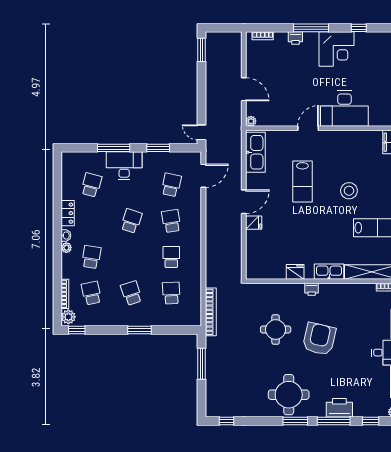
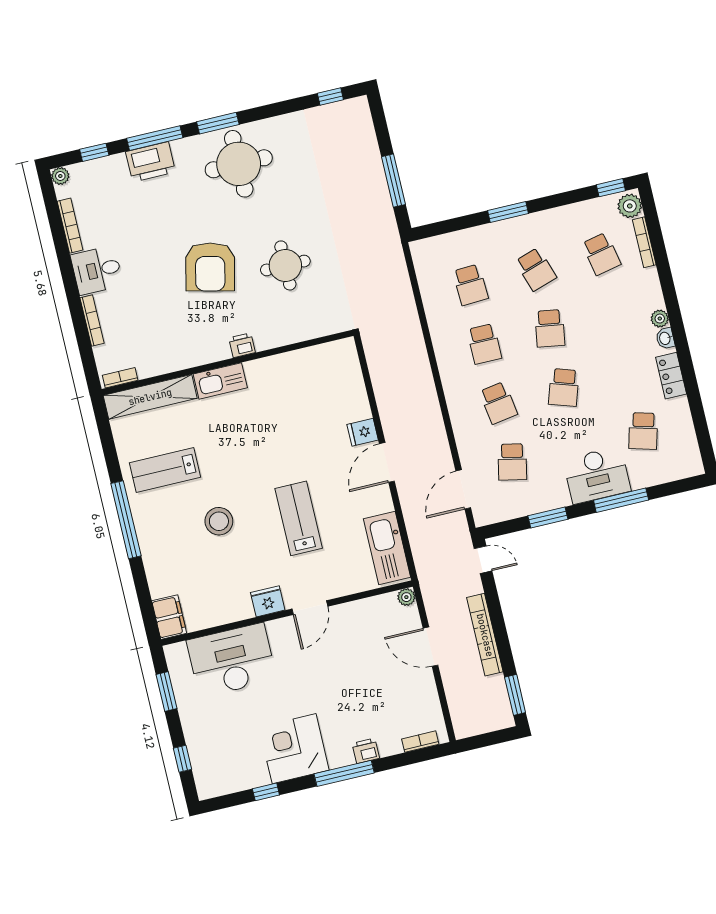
desk: (344, 109) -> (232, 660), moved
school desk: (91, 257) -> (550, 328), moved
fridge: (295, 272) -> (268, 601), moved, turned 180
bookcase: (211, 312) -> (485, 635), moved

